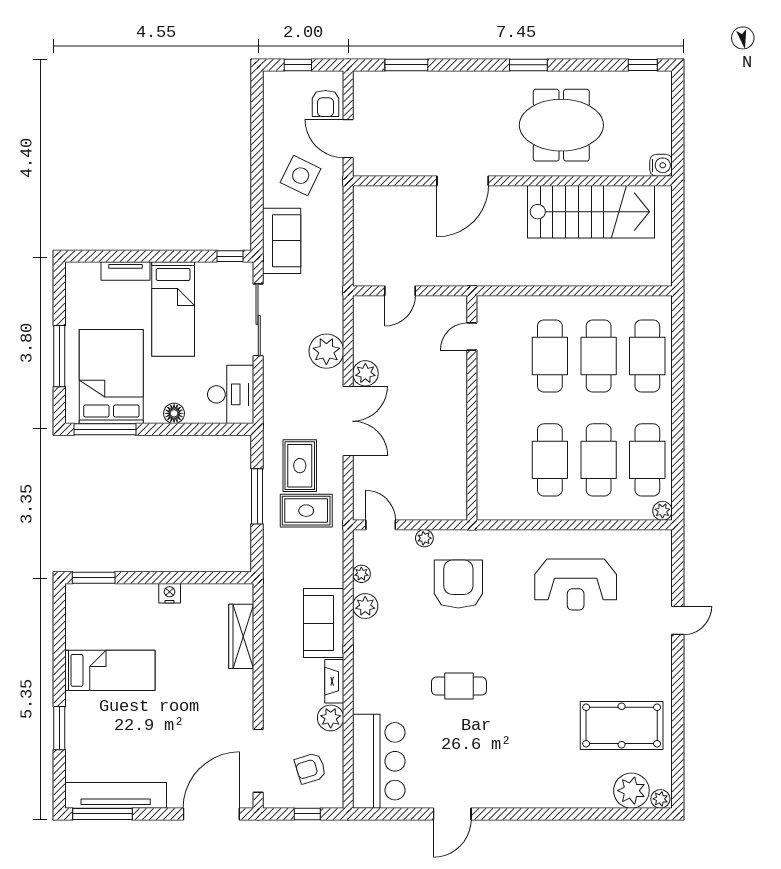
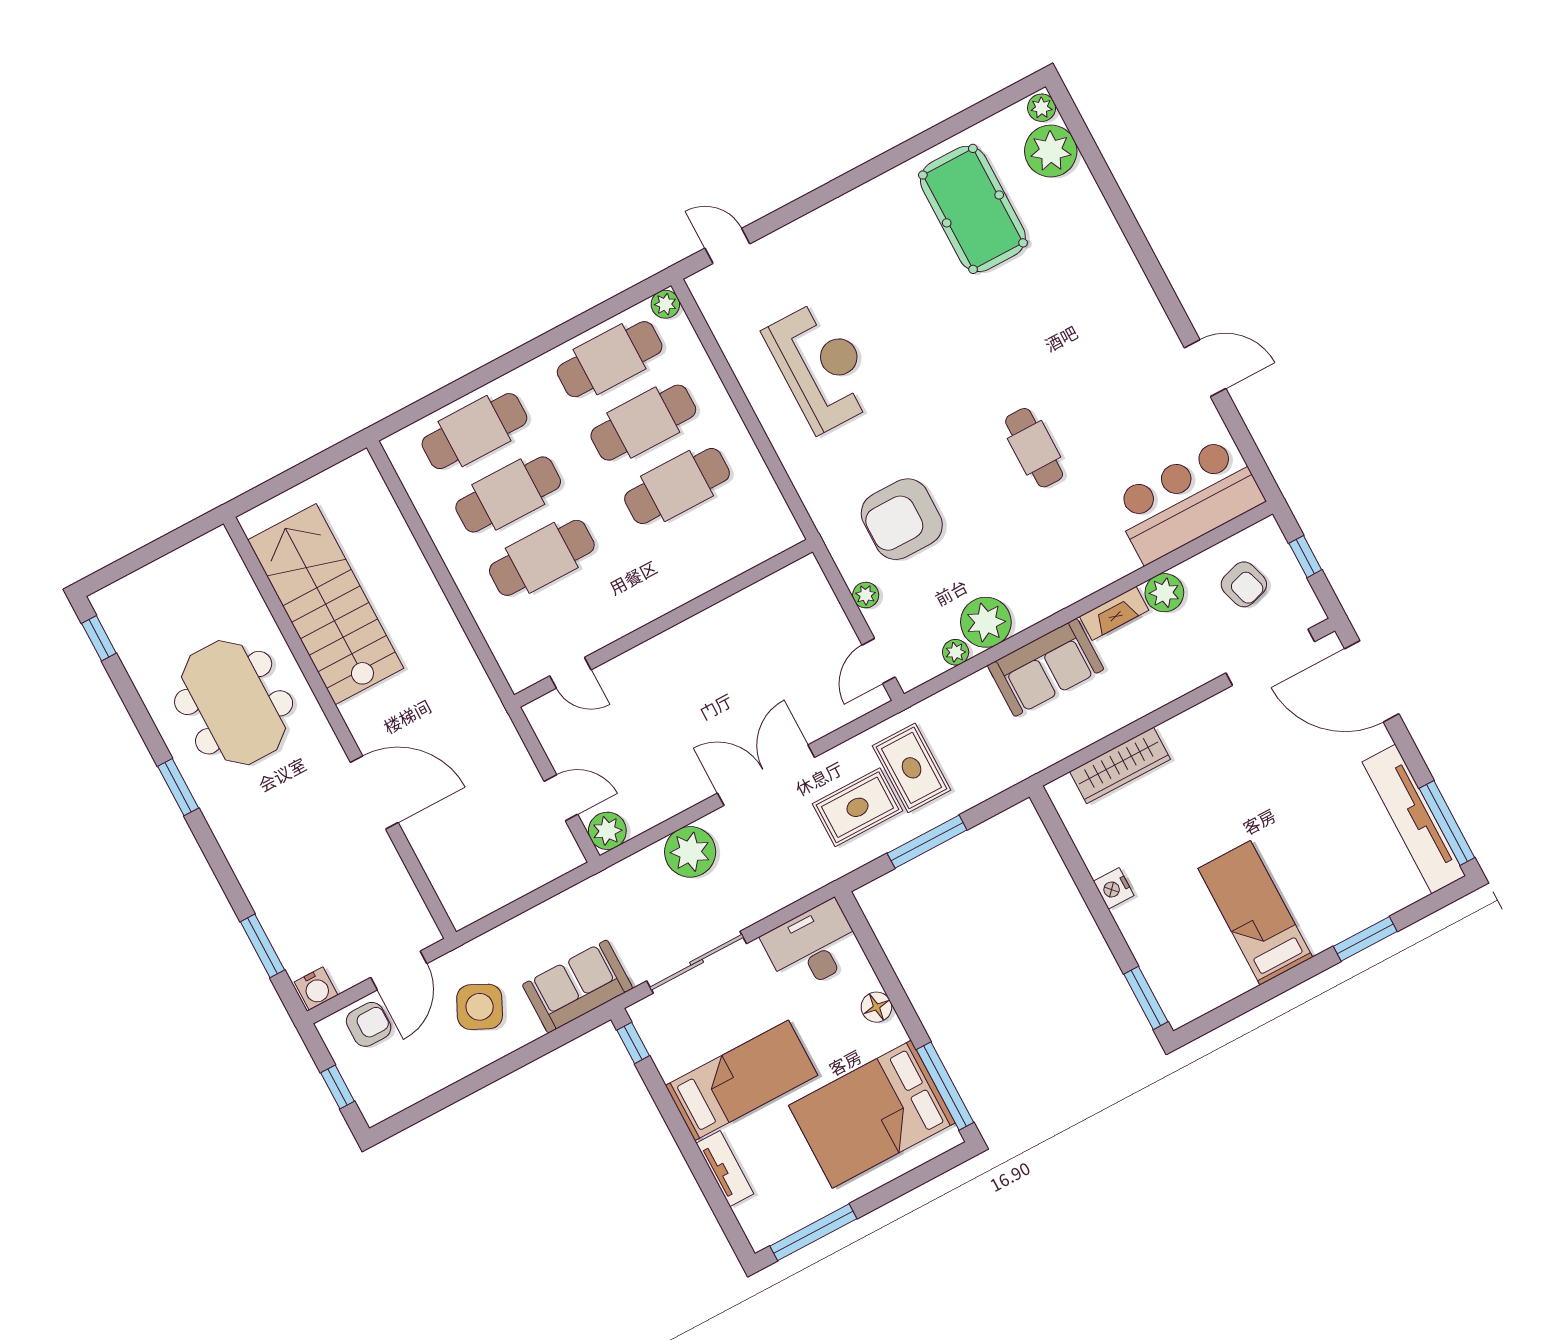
water cooler: (661, 165) -> (316, 989), moved, turned 180
window: (59, 356) -> (813, 1232), moved
plant: (365, 373) -> (607, 831), moved
plant: (365, 606) -> (986, 622), width x1.36, depth x1.36
door: (678, 620) -> (727, 246), moved

